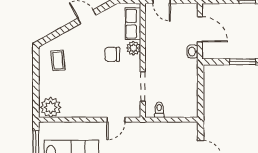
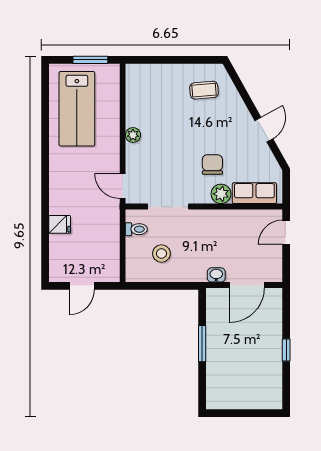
stool: (177, 91) -> (161, 254), added
plant: (51, 107) -> (133, 135), moved, width x0.53, depth x0.53
door: (116, 120) -> (123, 186), moved

